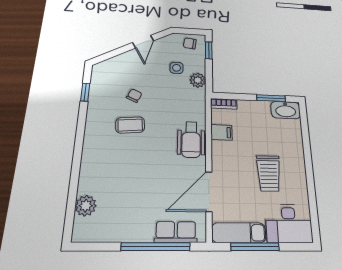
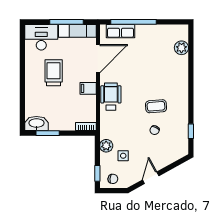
filing cabinet: (221, 132) -> (88, 88), moved

